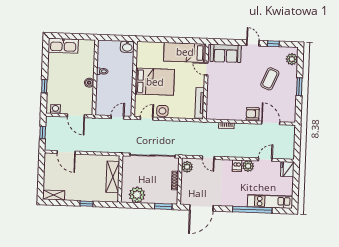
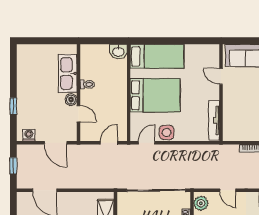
kitchen sink: (63, 46) -> (68, 74), moved, turned 90
bed: (185, 52) -> (157, 56), moved, turned 180
door: (95, 94) -> (78, 114), added

